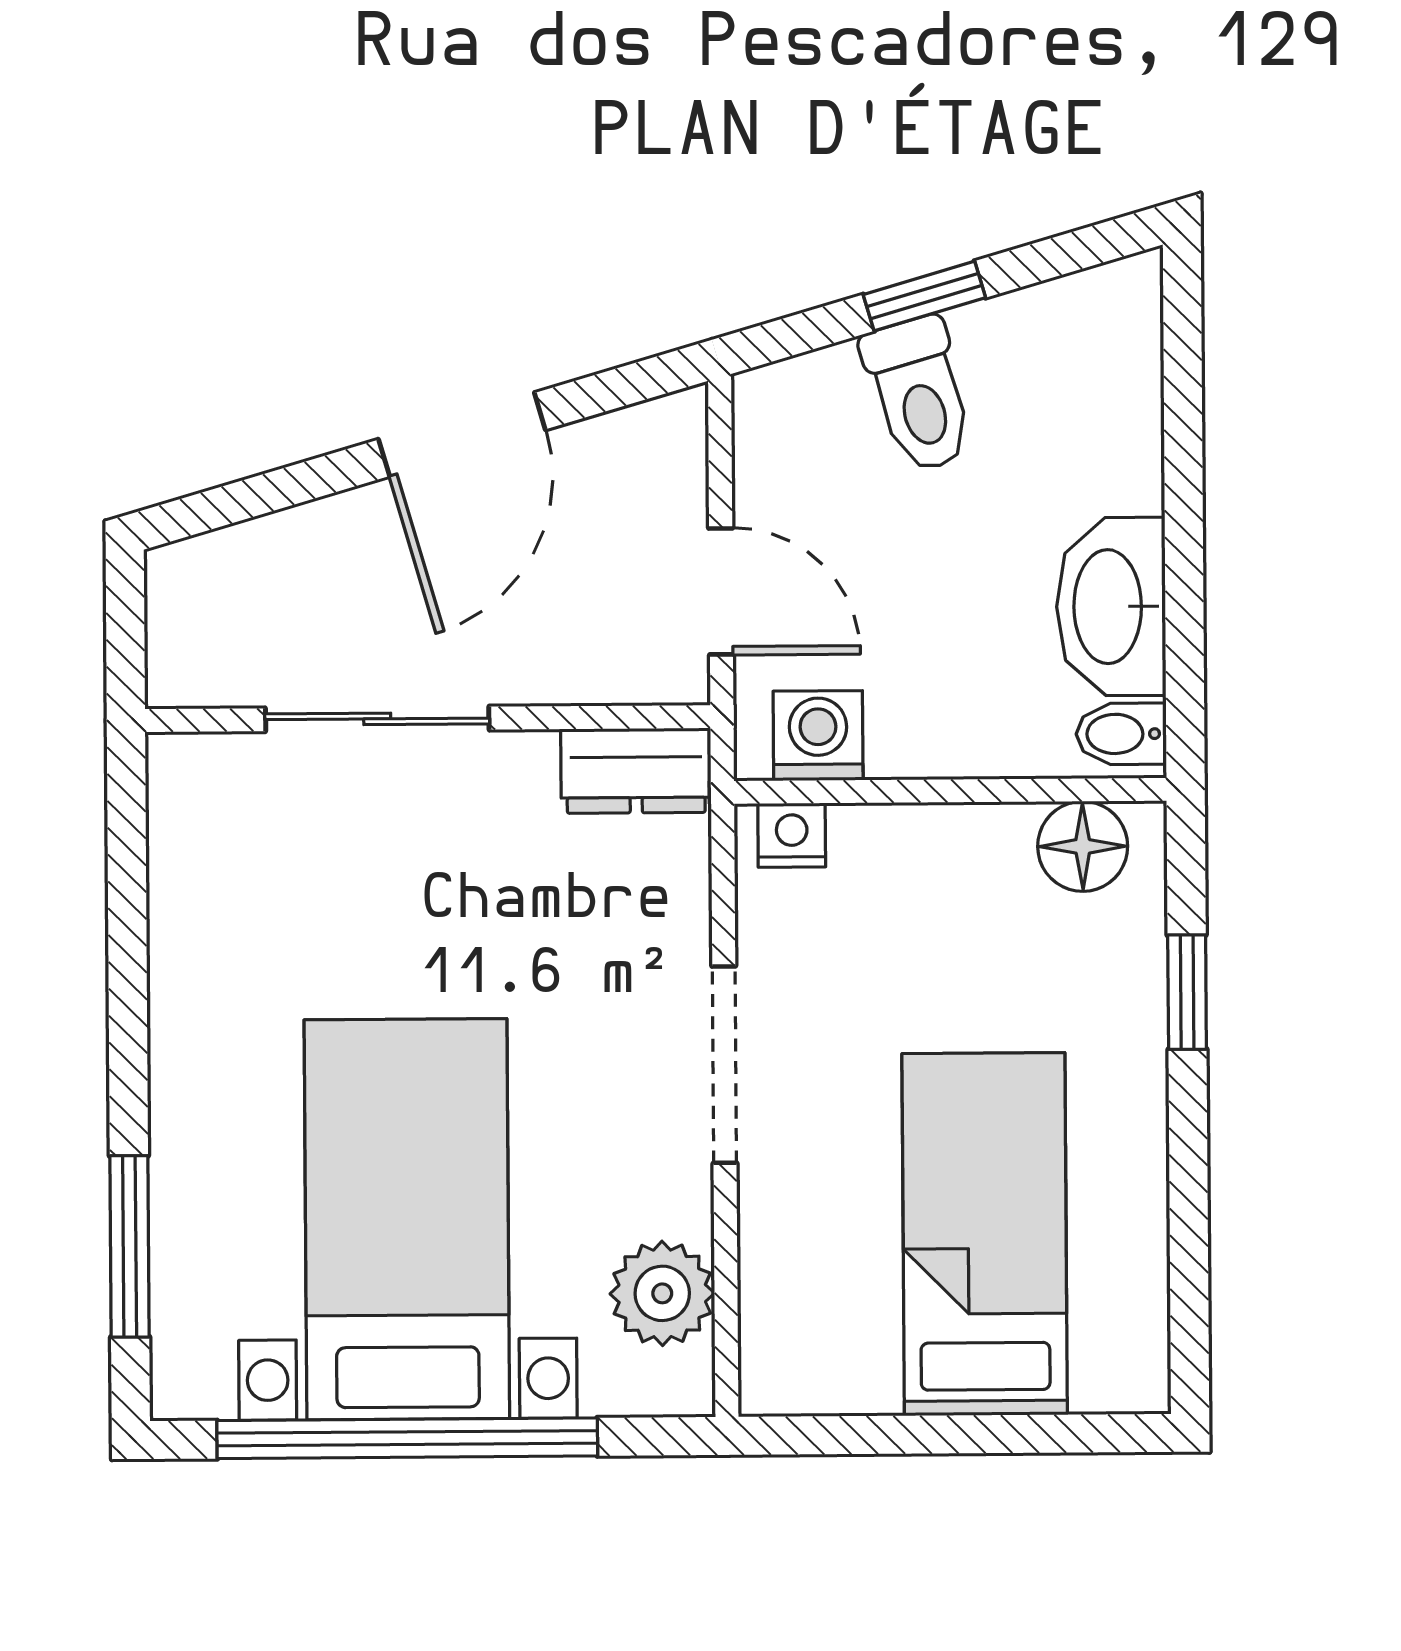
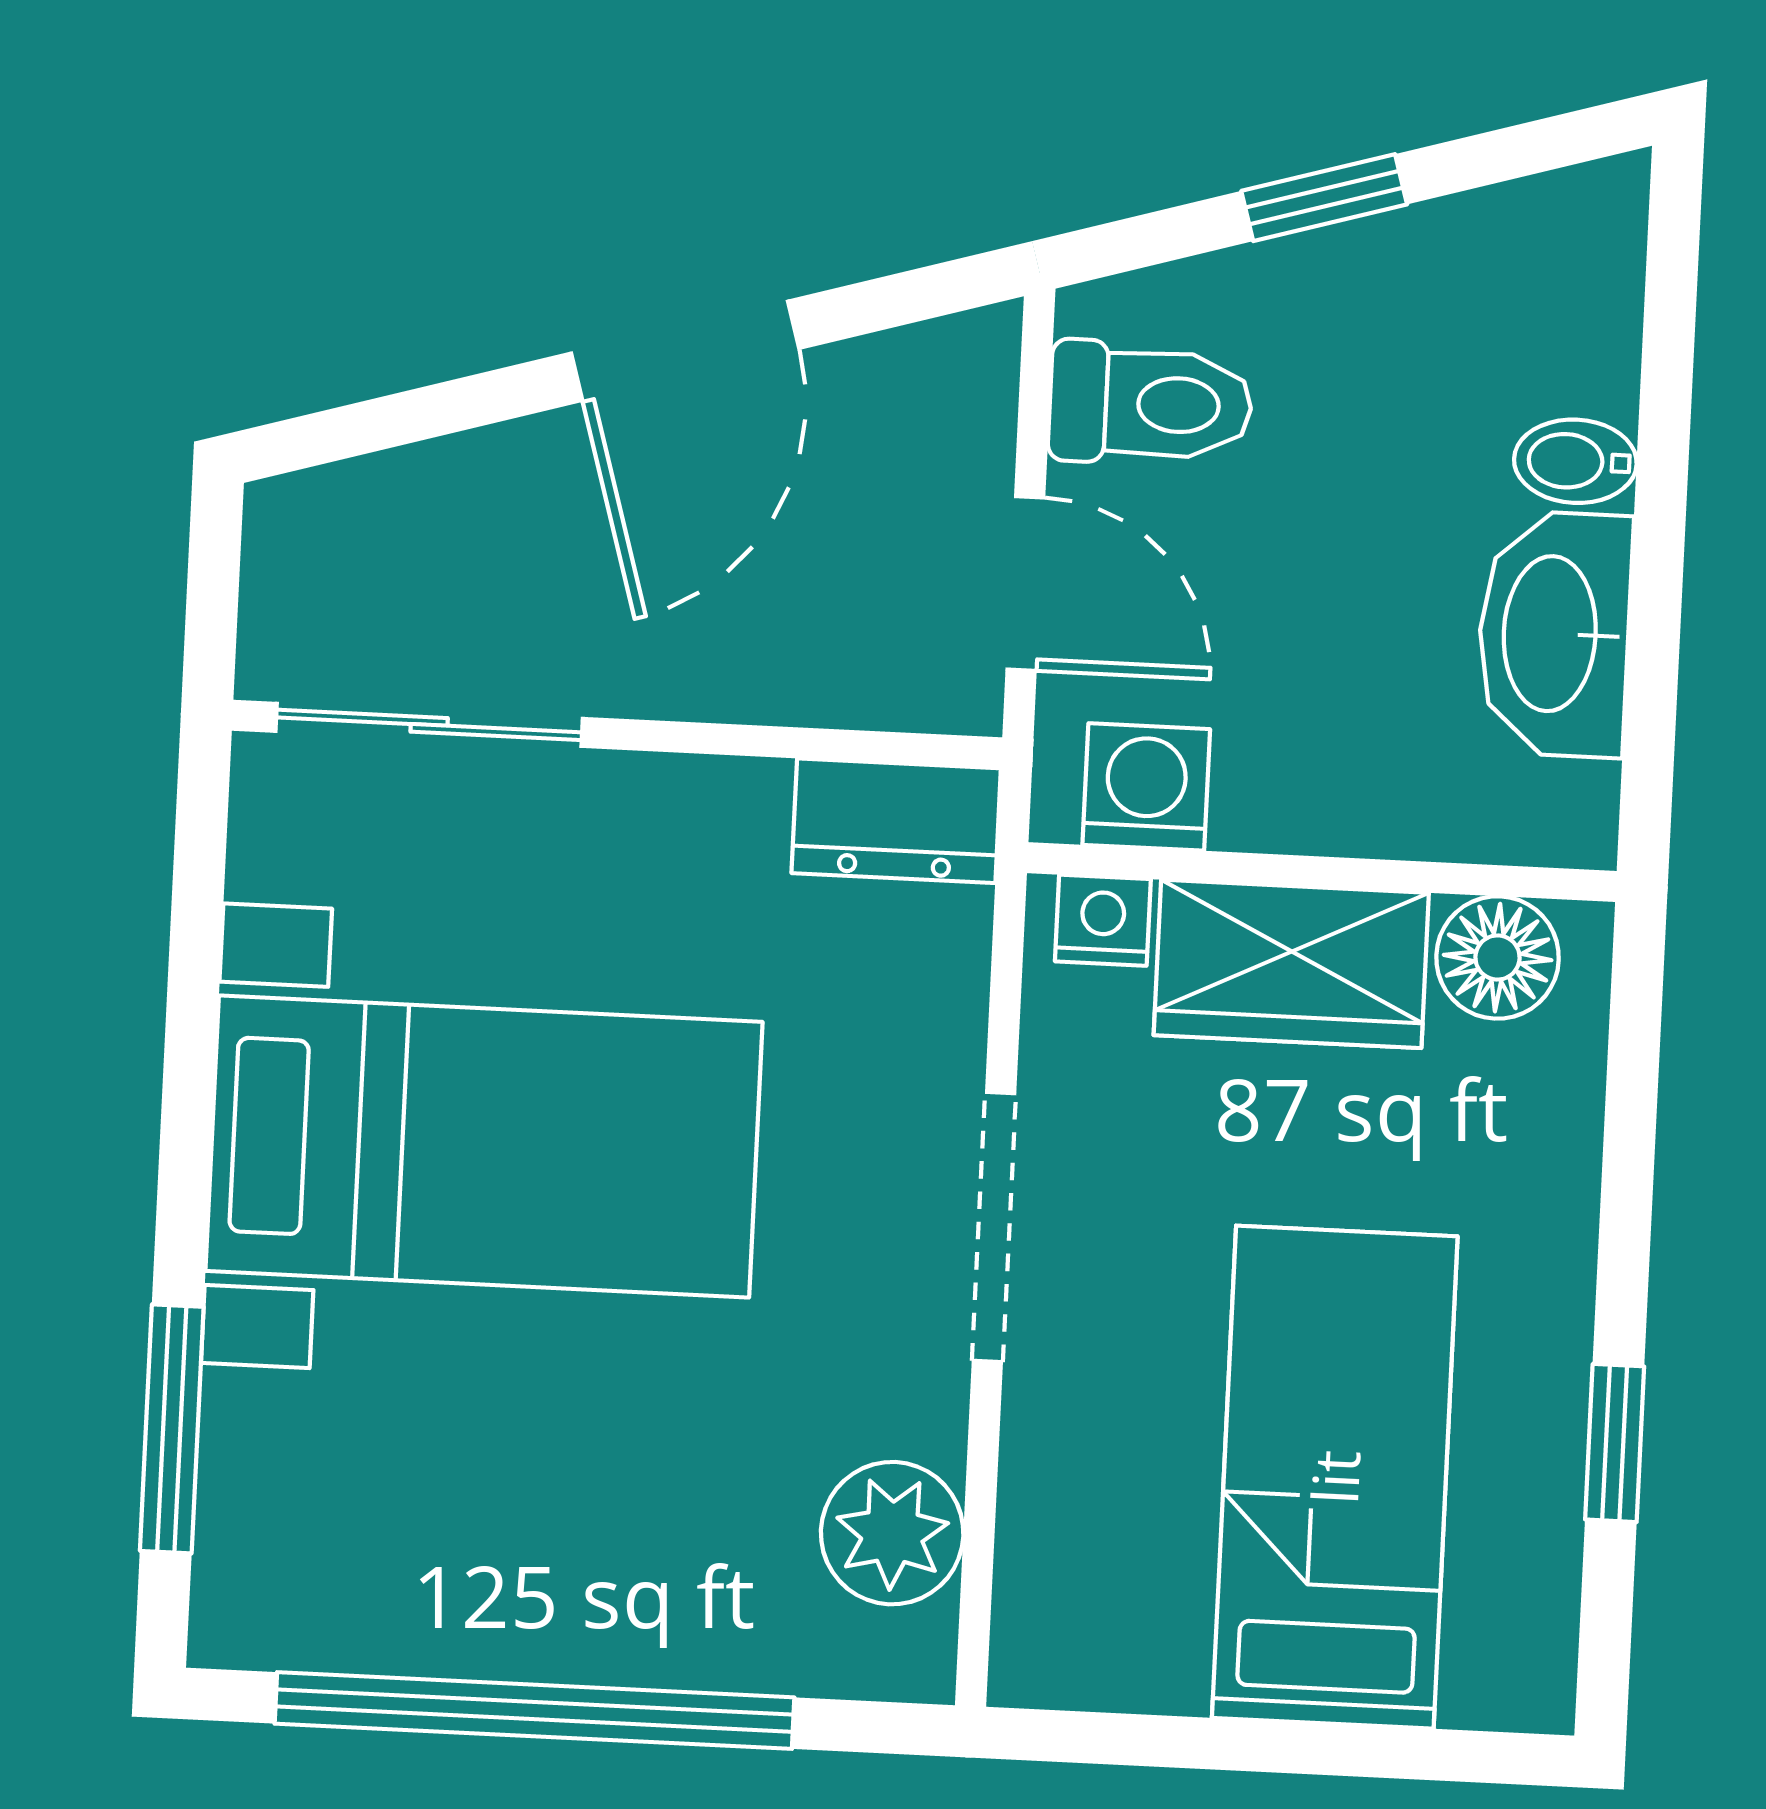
toilet: (919, 395) -> (1150, 404), moved, turned -74
sliding door: (377, 719) -> (429, 725), moved
bidet: (1121, 734) -> (1575, 461), moved
wardrobe: (932, 859) -> (1291, 964), added
window: (1187, 992) -> (1615, 1443), moved
bed with nightstands: (407, 1219) -> (484, 1146), moved, turned 90

